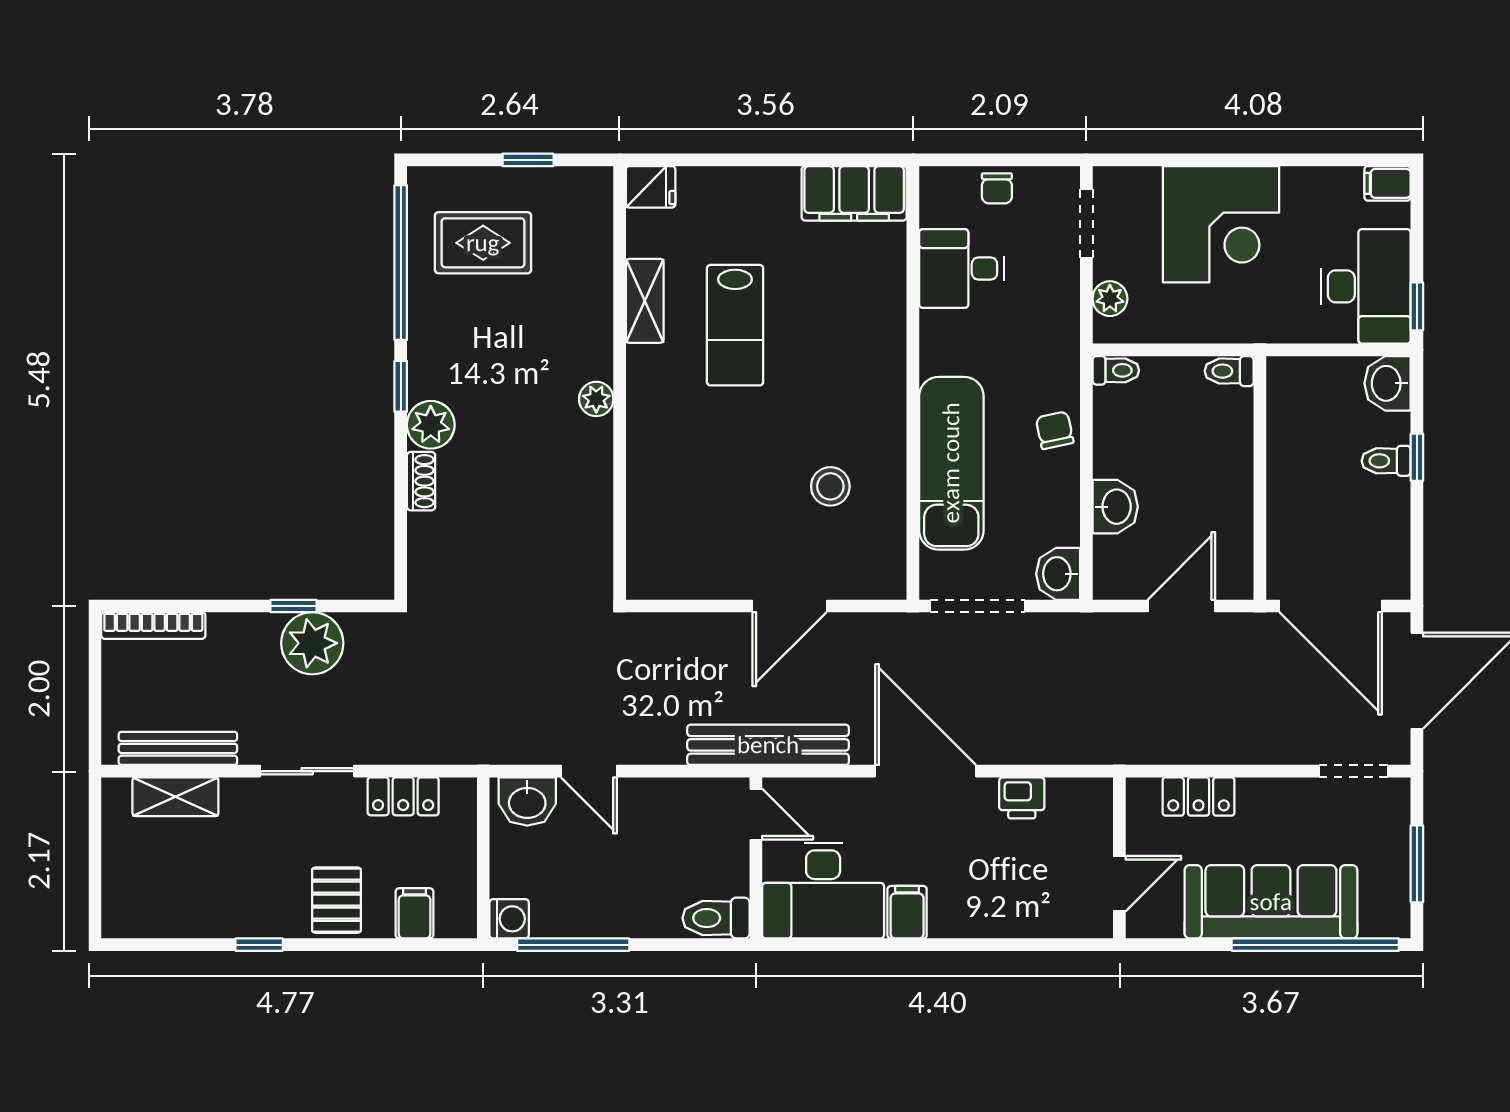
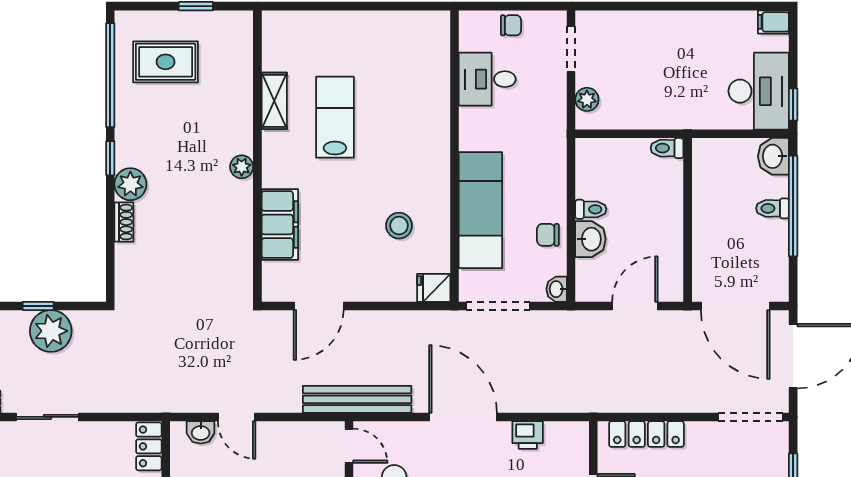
fridge: (651, 187) -> (434, 288), moved, turned 180
chair: (997, 188) -> (511, 25), turned -90
filing cabinet: (854, 193) -> (280, 224), moved, turned -90
corner desk: (1221, 224) -> (662, 49), removed
lab bench: (735, 325) -> (335, 117), turned 180
toilet: (1116, 370) -> (591, 209), moved
chair: (1055, 430) -> (548, 235), moved, turned -78
window: (1417, 457) -> (793, 206), width x3.17
washbasin: (1058, 574) -> (557, 289), width x0.72, depth x0.69
door: (790, 606) -> (319, 306), moved
doorway: (1353, 771) -> (750, 417), width x1.38
locker: (403, 796) -> (149, 446), moved, turned 90
locker: (1198, 797) -> (646, 434), width x1.53
washbasin: (527, 802) -> (201, 432), width x0.72, depth x0.69

